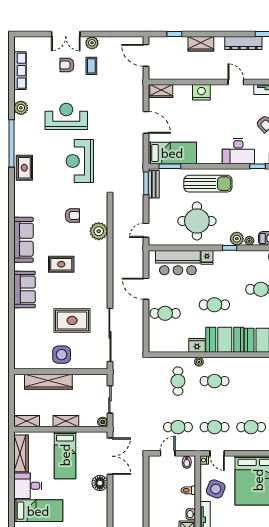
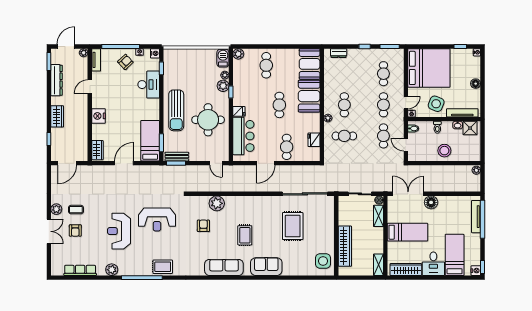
sun lounger: (208, 184) -> (176, 110), turned 180
fridge: (197, 345) -> (314, 140), moved
side table: (62, 355) -> (323, 261), moved
shelving: (66, 421) -> (378, 216), moved
stool: (161, 499) -> (444, 151), added

